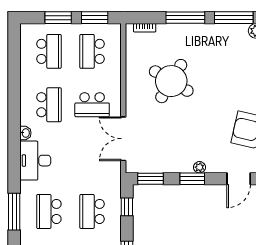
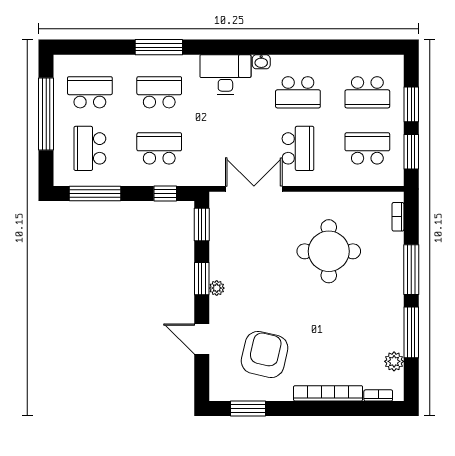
round table: (171, 81) -> (329, 251), turned -31
school desk: (92, 105) -> (298, 148), turned 180

